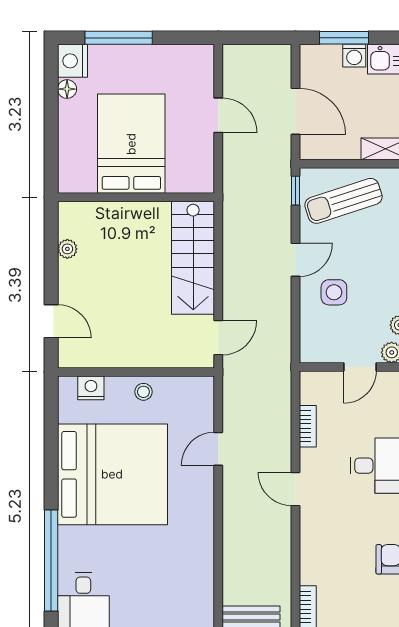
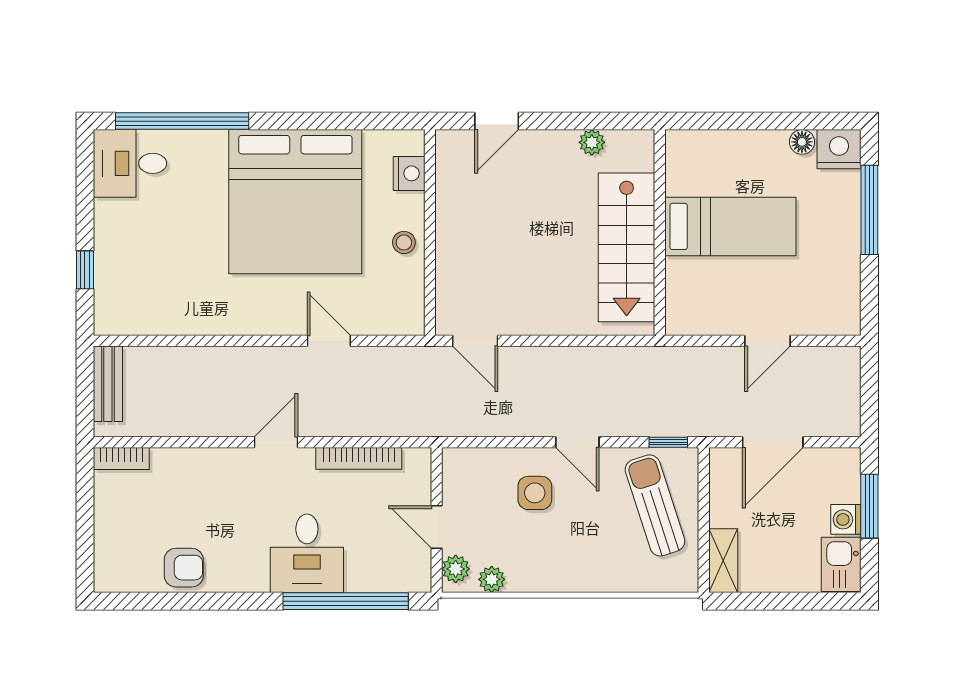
bed: (131, 144) -> (730, 226), width x0.67
stairs: (193, 258) -> (627, 247), moved, turned -90
bookcase: (308, 426) -> (359, 458), width x1.56

